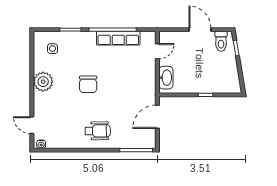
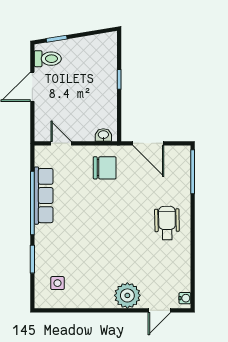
washbasin: (166, 78) -> (103, 135), width x0.52, depth x0.69
plant: (43, 82) -> (127, 295), moved
chair: (88, 84) -> (105, 168), moved

